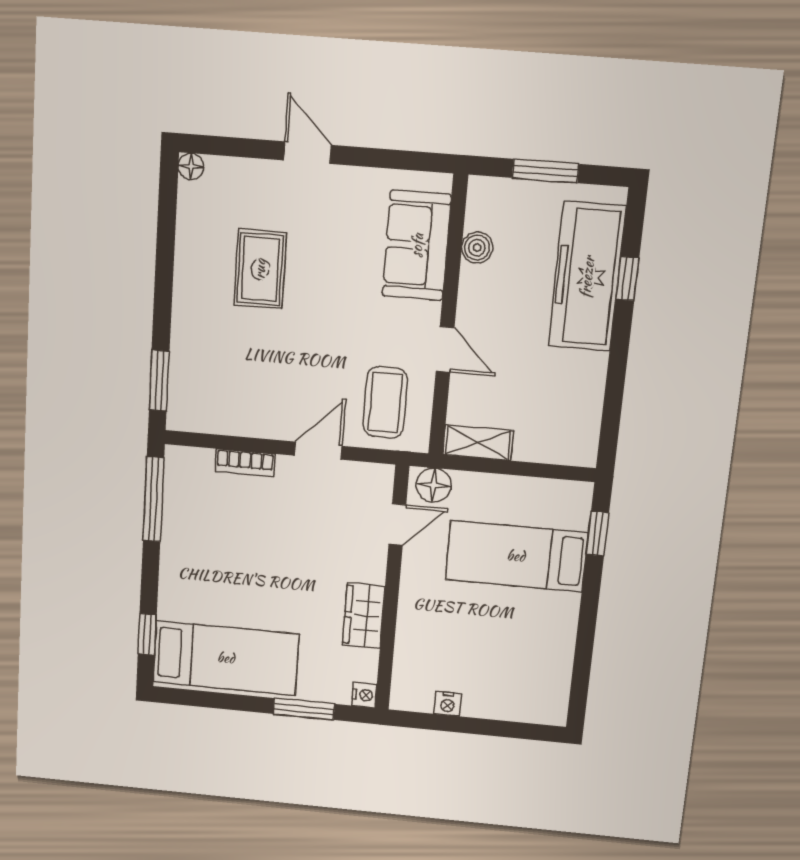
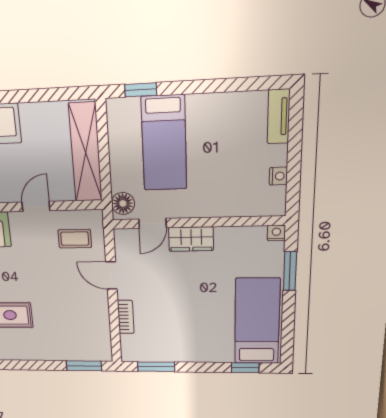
coffee table: (385, 402) -> (75, 239), width x0.73, depth x0.77
shelving: (478, 443) -> (86, 153), width x2.20, depth x1.33
window: (154, 499) -> (156, 367), width x0.69
door: (397, 525) -> (153, 223), swing flipped
wardrobe: (364, 616) -> (191, 239), moved
tv unit: (531, 710) -> (279, 117), added

